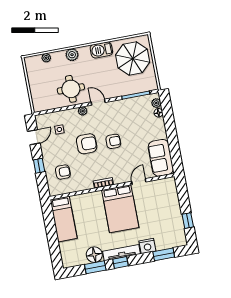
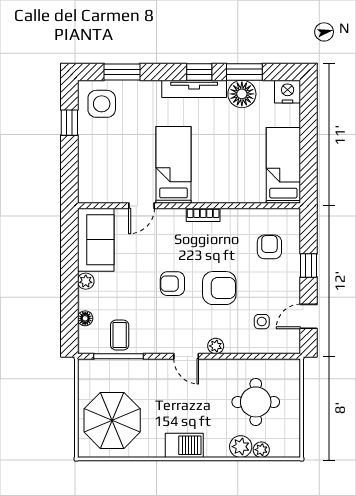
barbecue: (101, 50) -> (184, 445), moved
plant: (72, 55) -> (241, 447), moved
round table: (71, 89) -> (256, 402), moved
plant: (156, 103) -> (86, 281), moved
coffee table: (137, 107) -> (120, 335), added
armchair: (87, 144) -> (219, 288), turned 180
armchair: (63, 172) -> (269, 247), turned 90
bed: (120, 209) -> (174, 165), width x0.67
side table: (172, 234) -> (102, 104), added
nightstand: (147, 246) -> (288, 92), moved

